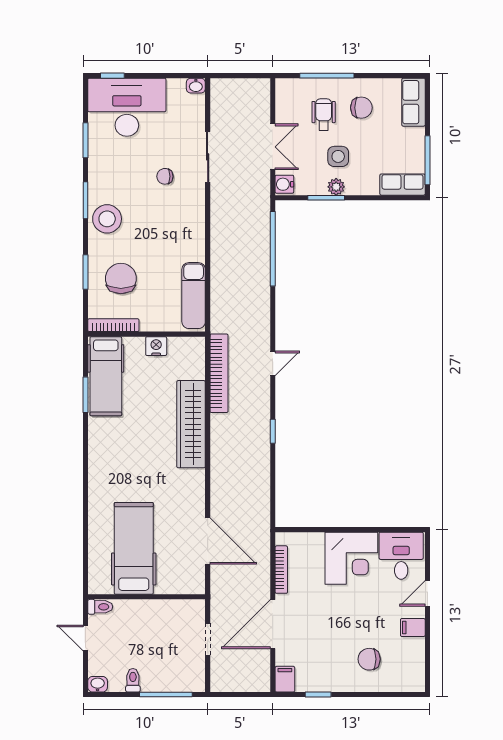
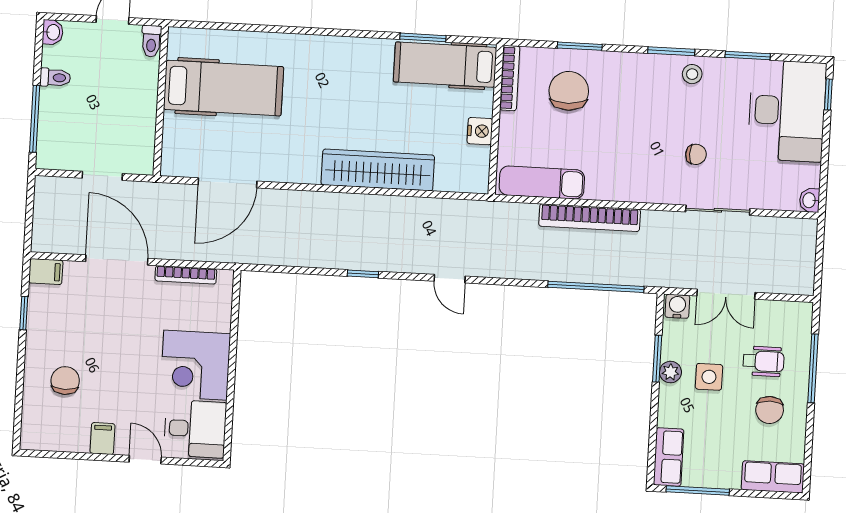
chair: (165, 176) -> (696, 154), turned 90
stool: (107, 219) -> (692, 74), moved, width x0.53, depth x0.53
chair: (121, 278) -> (569, 91), turned -92
bookcase: (219, 373) -> (590, 218), moved

